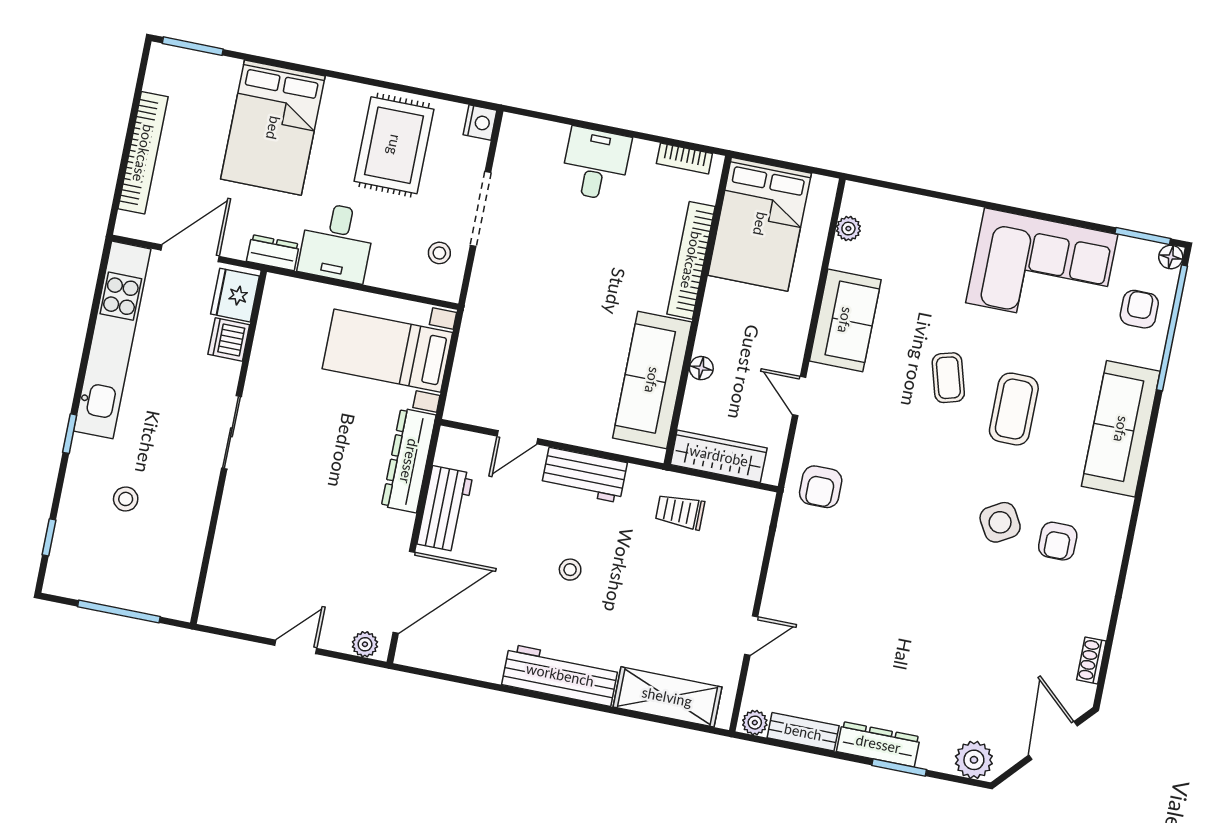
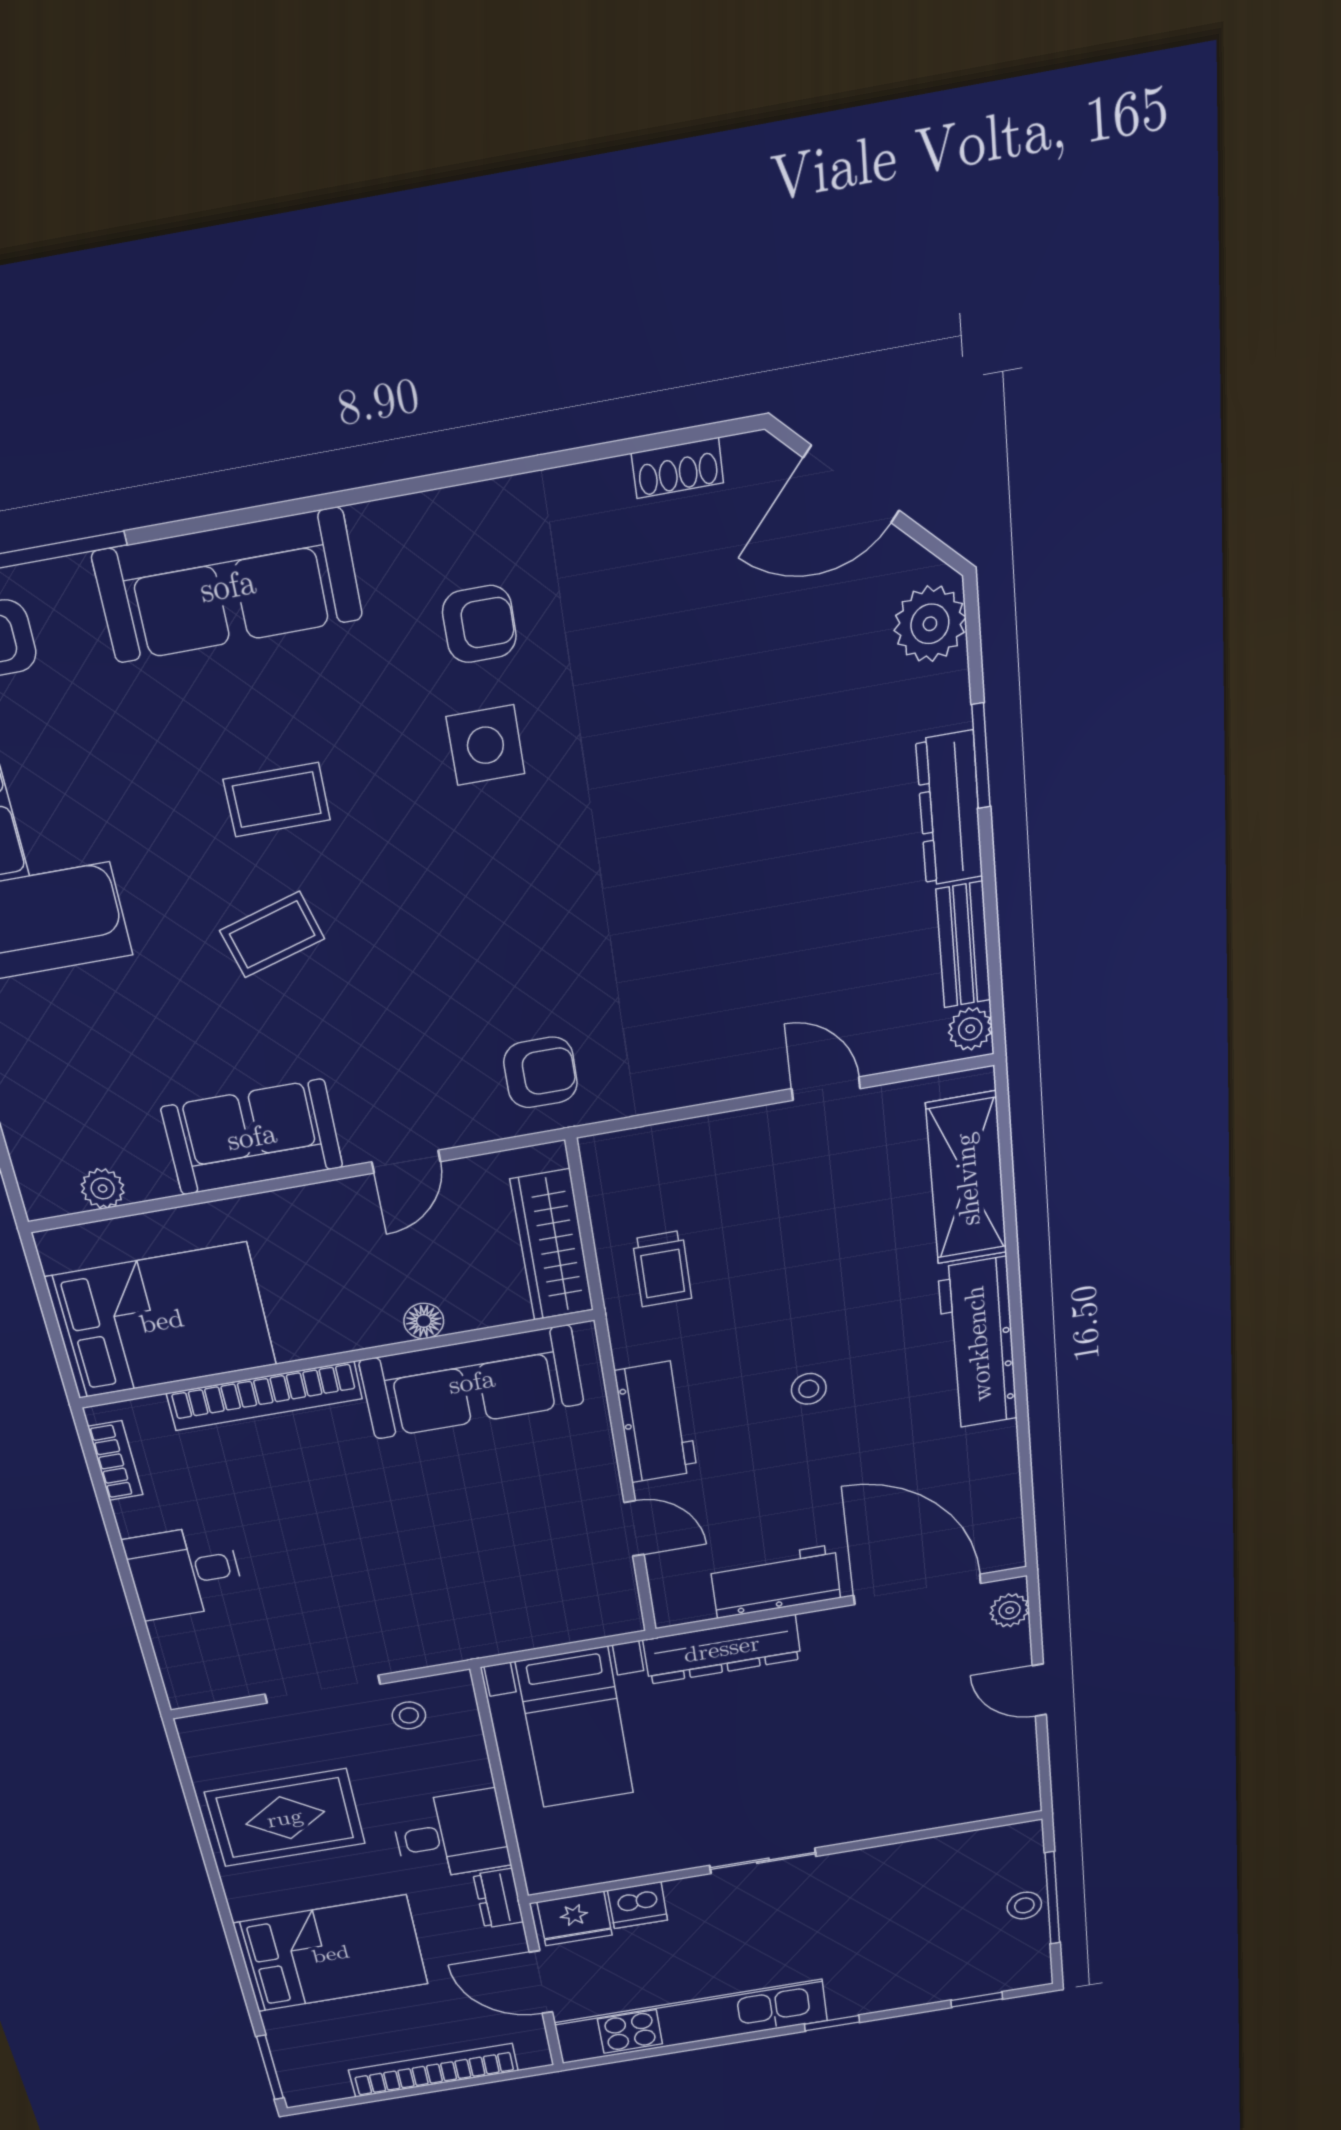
nightstand: (480, 123) -> (201, 1732), removed
coffee table: (1014, 409) -> (277, 800), width x0.73, depth x0.77
stool: (126, 499) -> (1024, 1905), moved
side table: (1000, 522) -> (485, 745), turned 30

